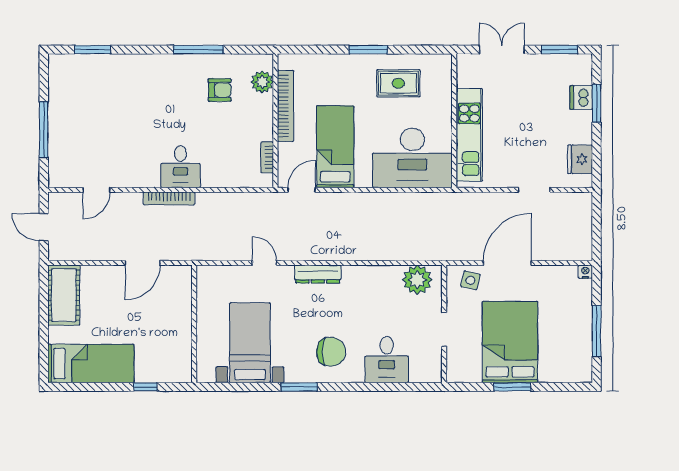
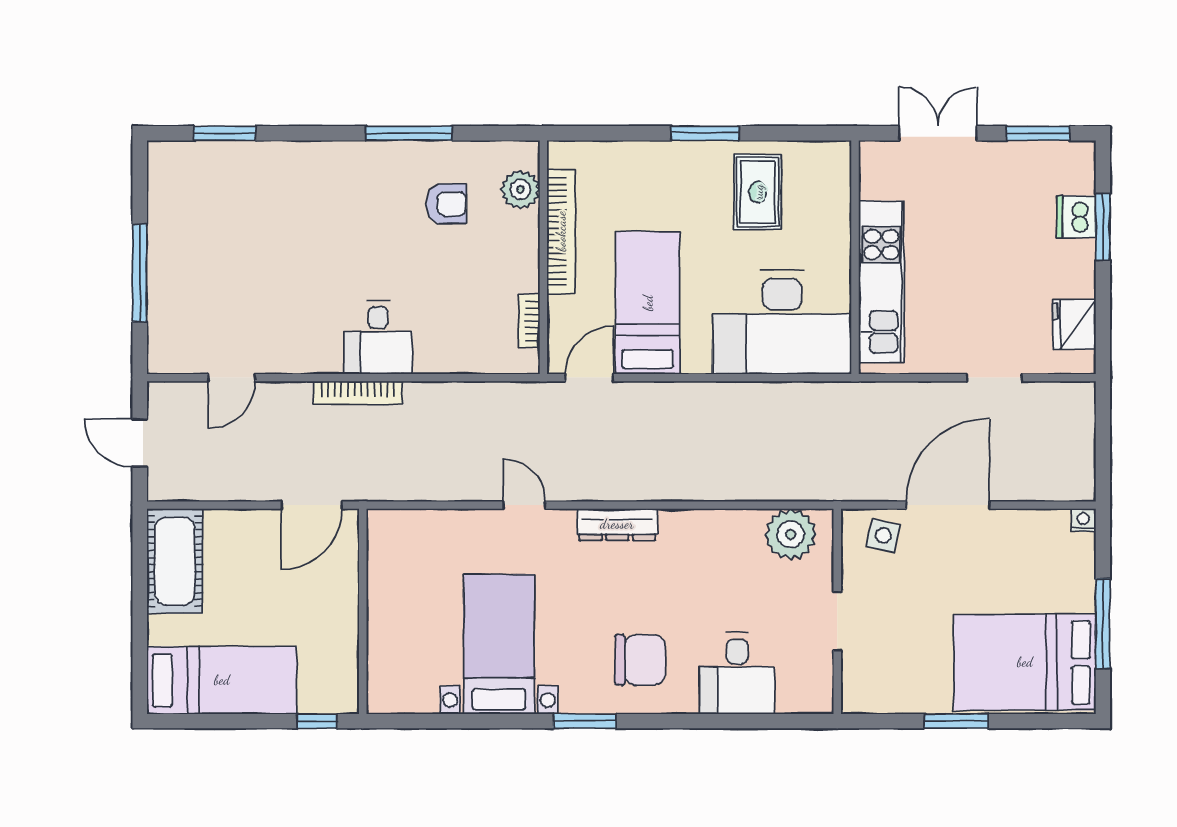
rug: (398, 83) -> (758, 192), turned 90
wall: (194, 324) -> (363, 611), moved
bed: (510, 342) -> (1025, 662), moved, turned -90

